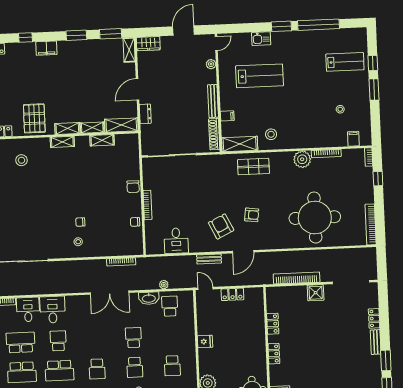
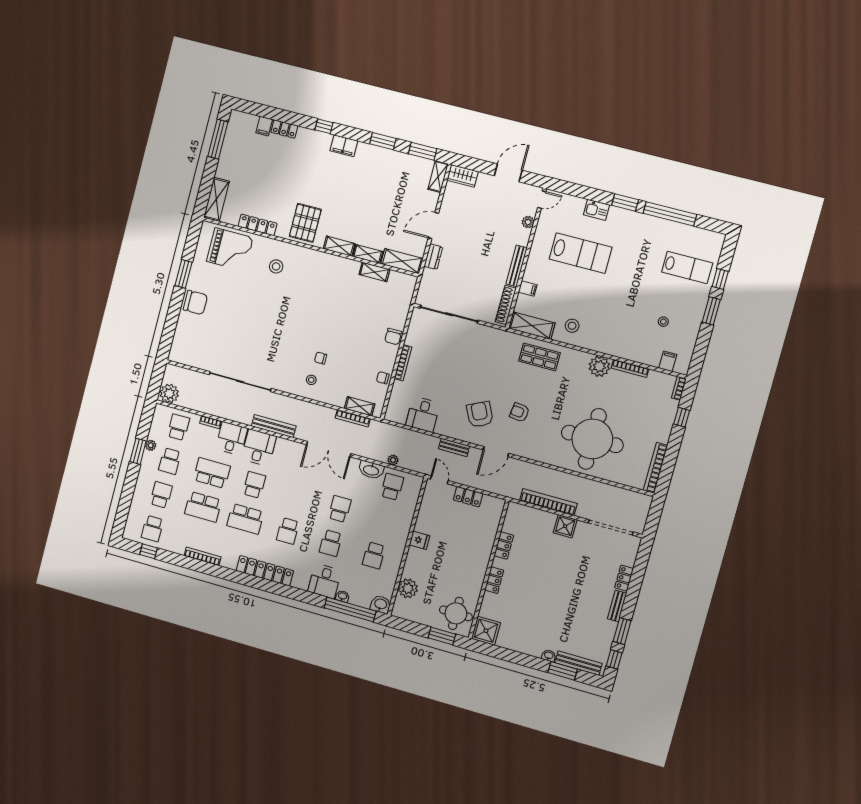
shelving: (62, 142) -> (360, 406), moved
armchair: (252, 215) -> (519, 412), turned 180
bench: (59, 288) -> (274, 426), added

